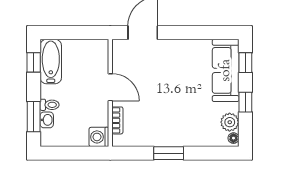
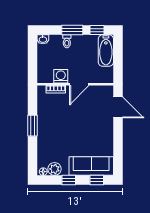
bathtub: (51, 62) -> (106, 51), moved, turned 90
window: (34, 117) -> (72, 30), moved
washbasin: (47, 120) -> (43, 39), moved
washing machine: (99, 137) -> (61, 76), moved

